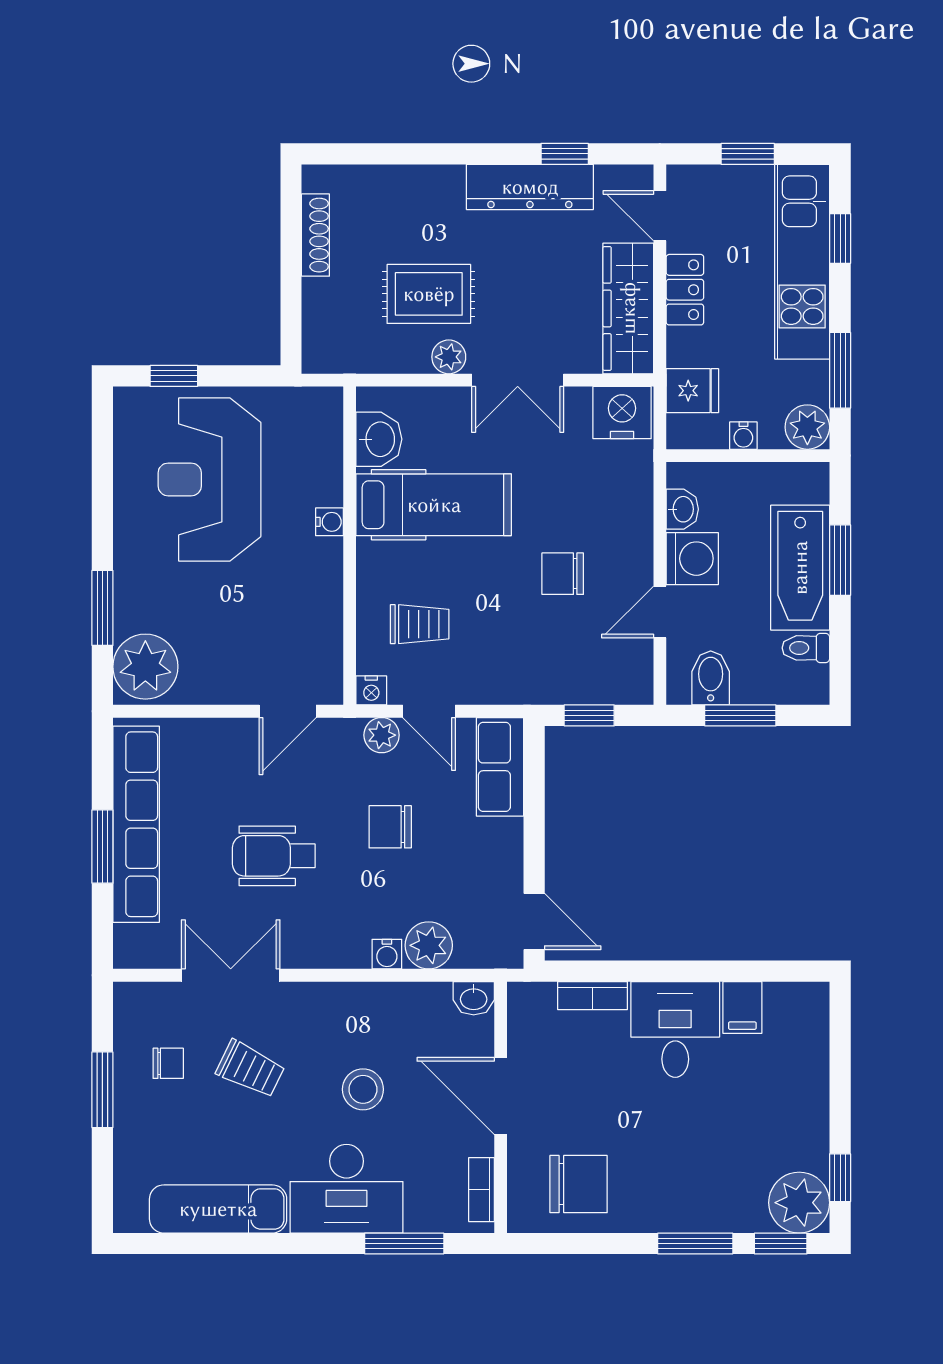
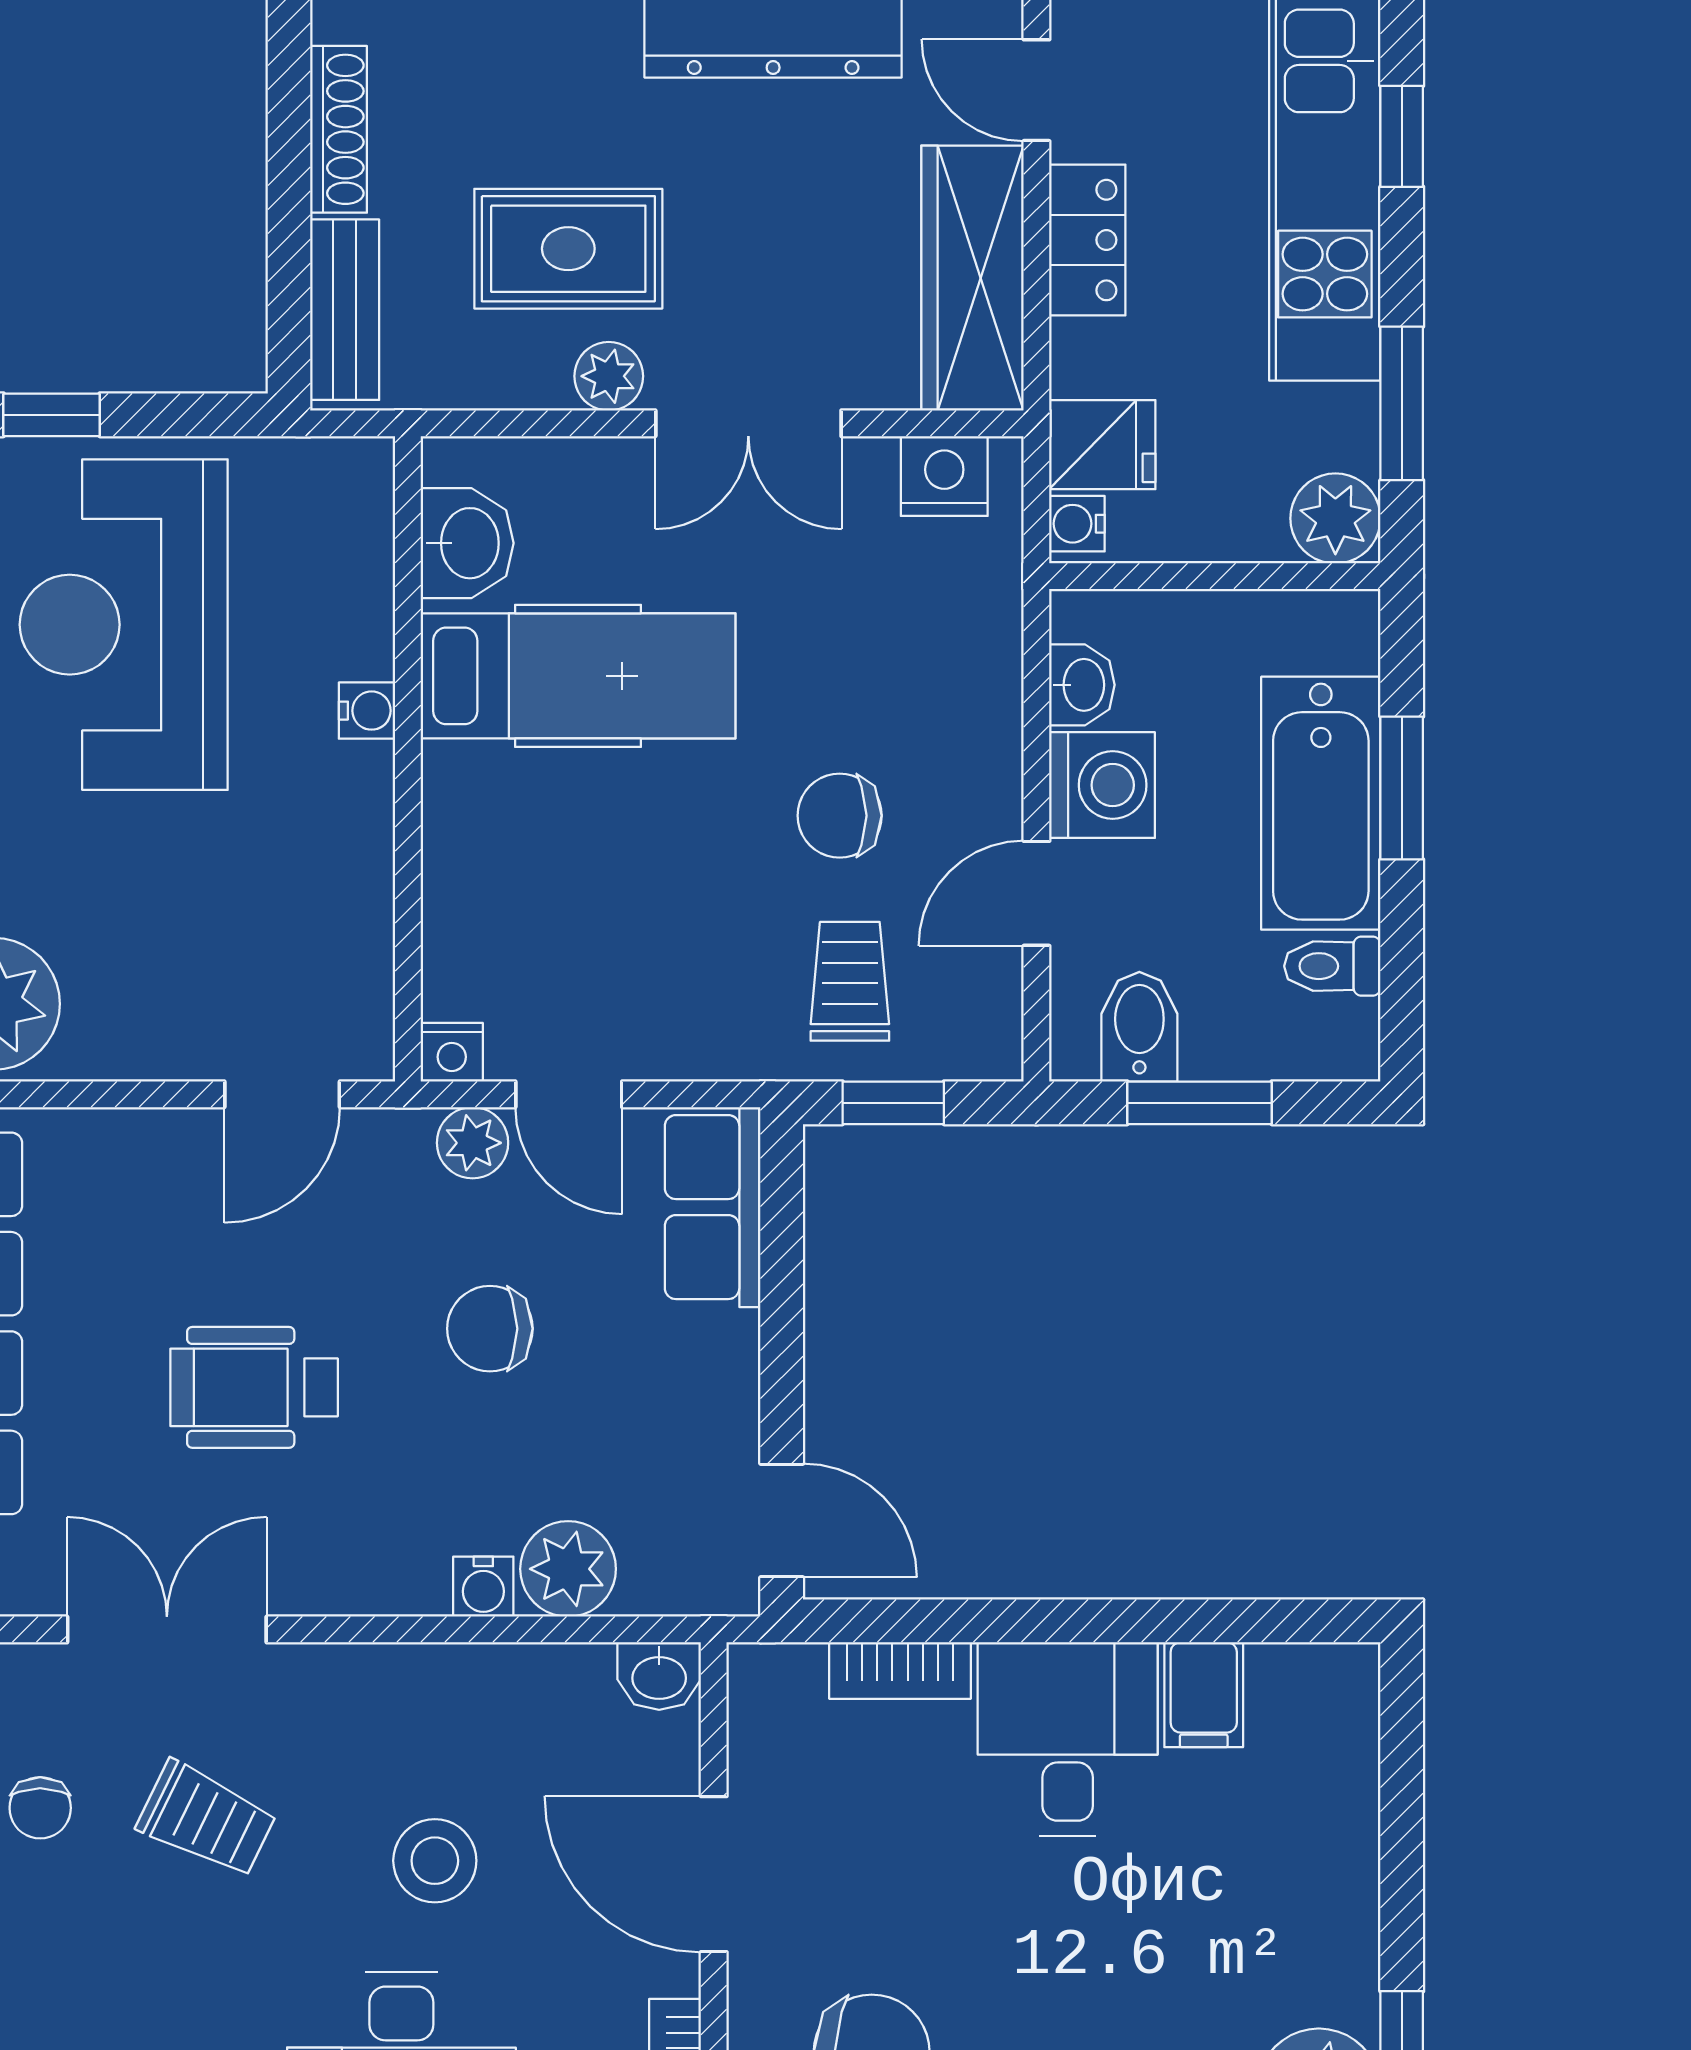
bench: (318, 324) -> (345, 310), added
nightstand: (622, 413) -> (944, 476), width x0.74, depth x0.75
water cooler: (743, 436) -> (1077, 524), moved, turned 90
trolley: (420, 624) -> (850, 981), moved, turned -90
chair: (168, 1063) -> (40, 1808), turned 90

